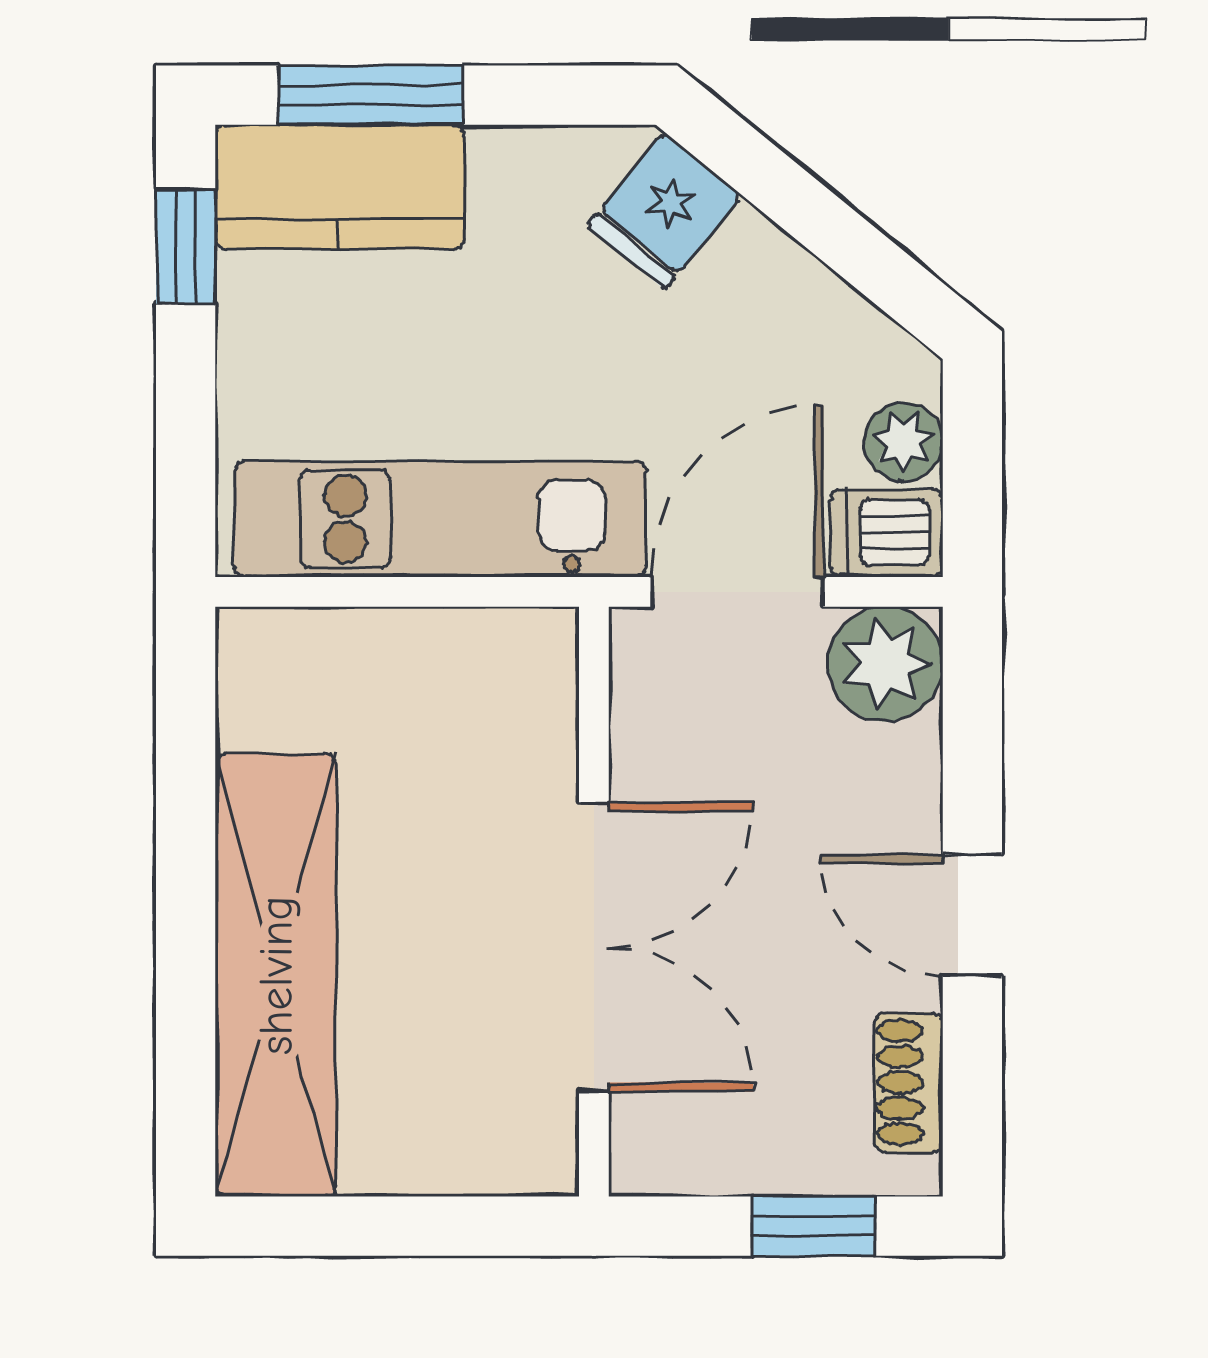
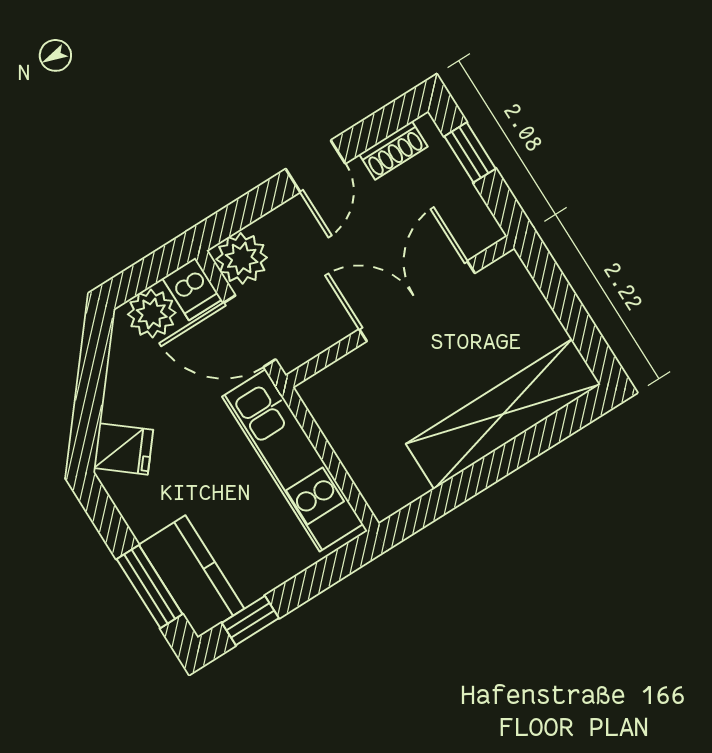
plant: (903, 442) -> (152, 313), width x1.38, depth x1.38

